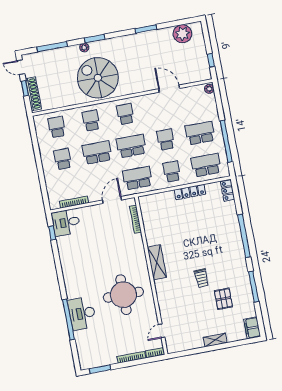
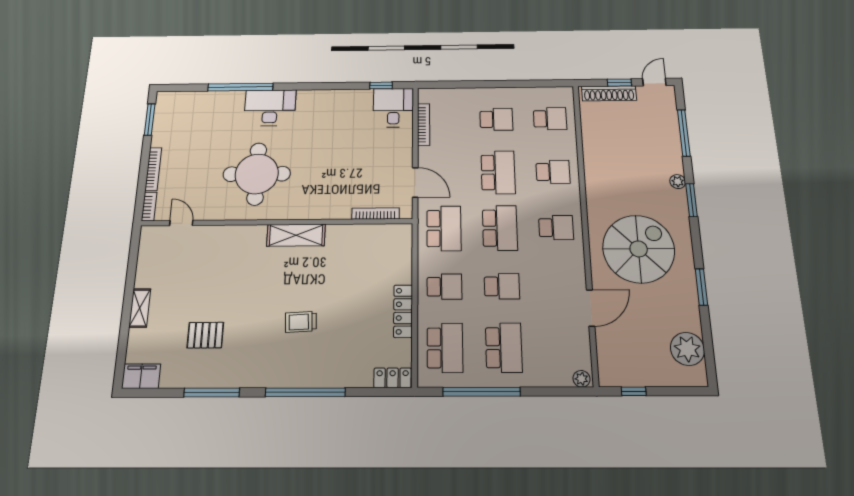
spiral stairs: (98, 78) -> (639, 249), moved
trolley: (202, 278) -> (301, 322), moved
desk: (82, 313) -> (270, 108), moved

